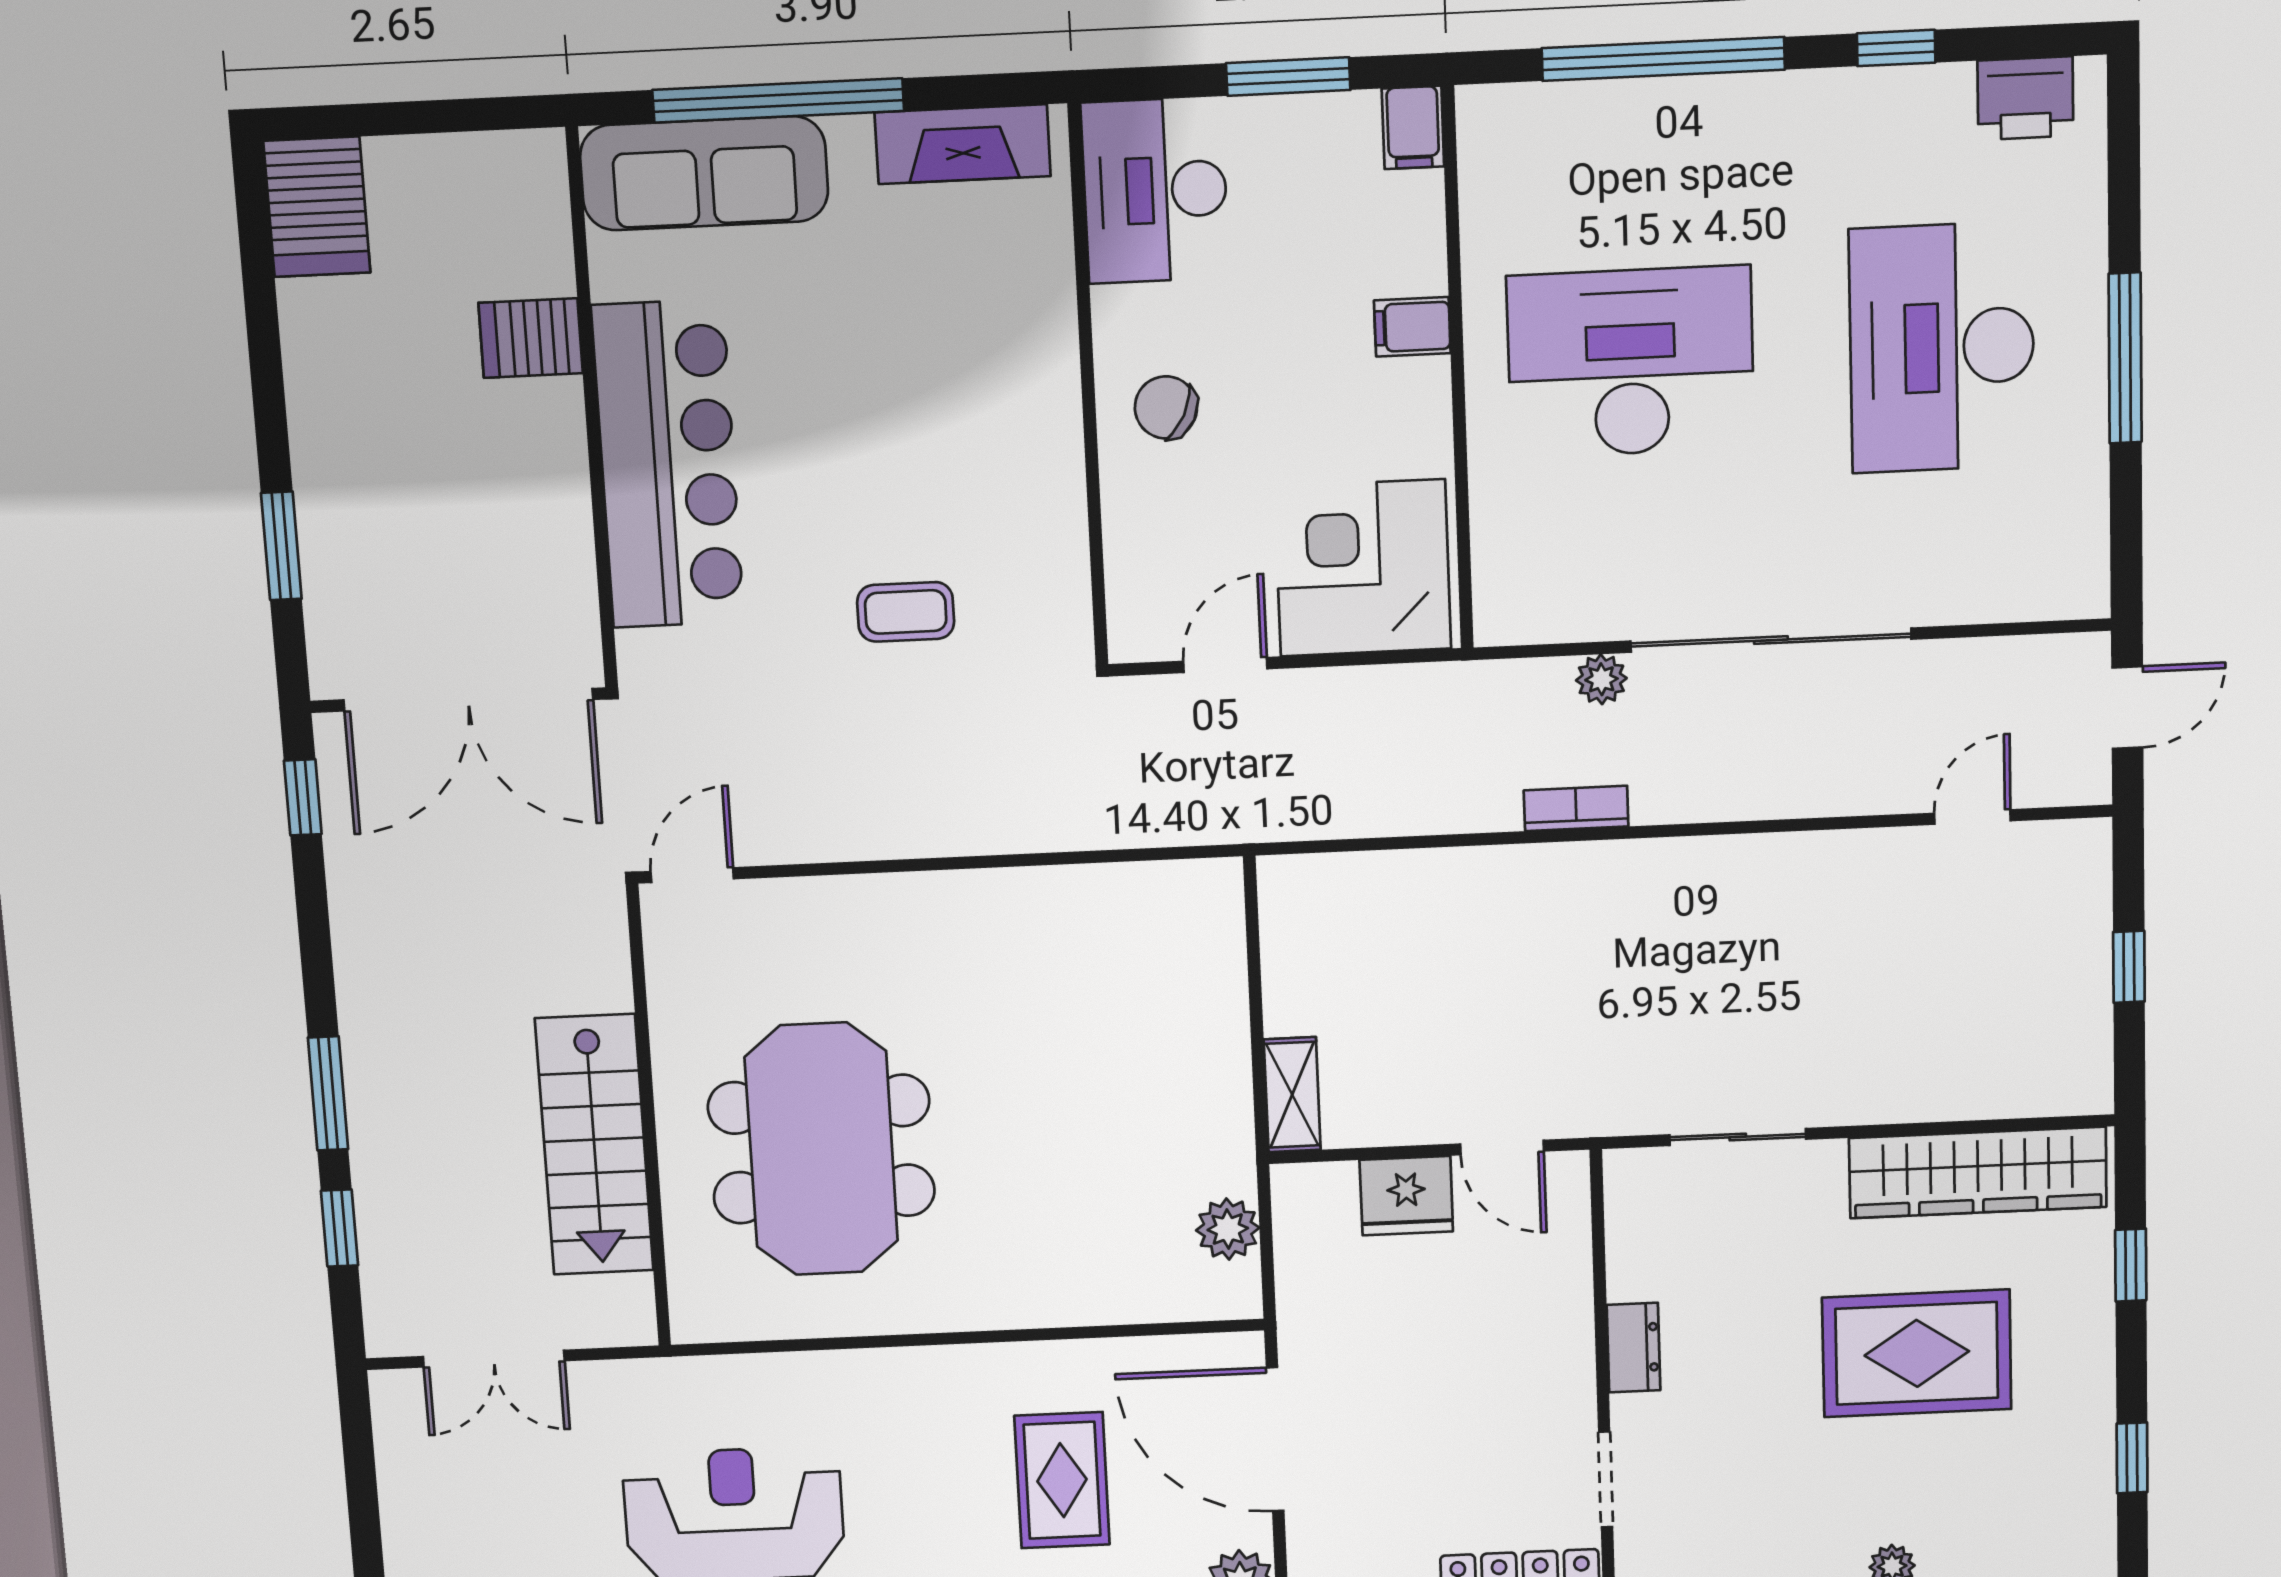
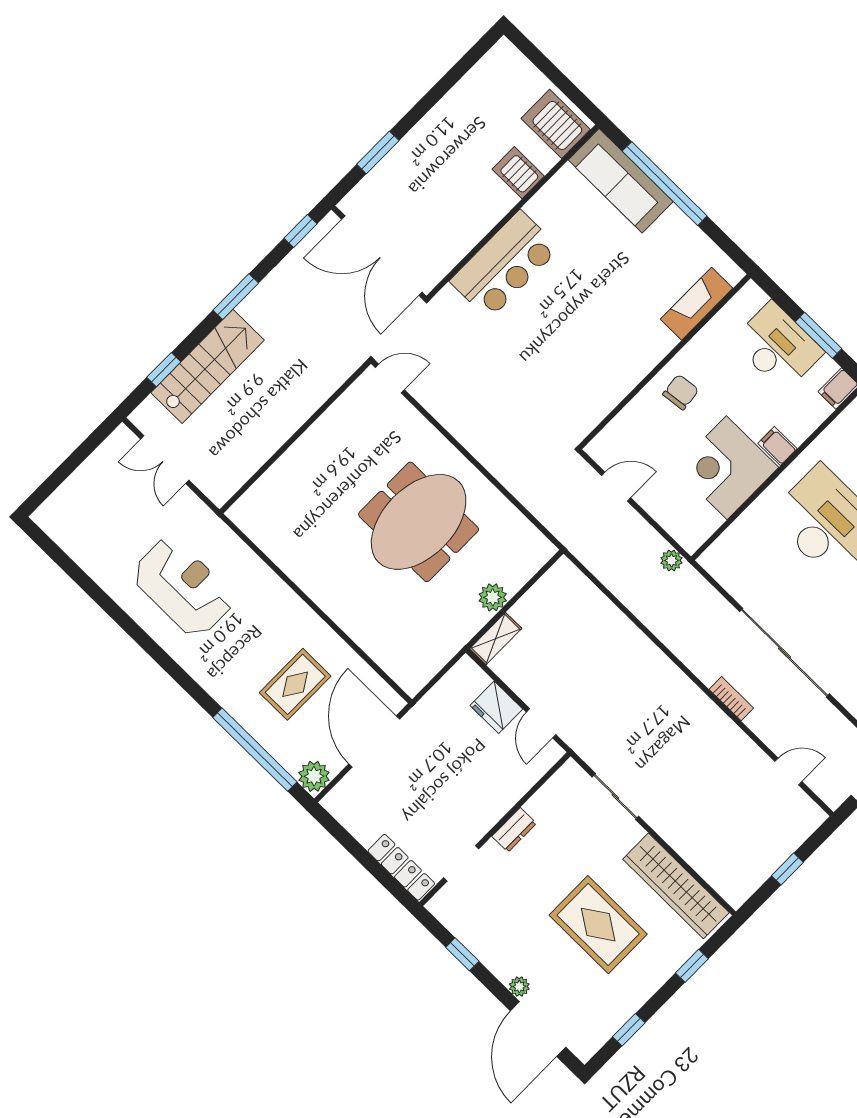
fireplace: (963, 144) -> (697, 304), moved, turned 90
desk: (1155, 190) -> (778, 347), moved, turned 90
server rack: (317, 207) -> (556, 124), moved, turned 90
chair: (1166, 407) -> (681, 392), turned 57
bar counter: (668, 464) -> (505, 265), width x0.73
corner desk: (1363, 568) -> (727, 468), moved, turned -90
coffee table: (906, 612) -> (539, 369), removed
plant: (1601, 679) -> (671, 560), moved
bookcase: (1576, 808) -> (731, 699), moved
window: (328, 1093) -> (236, 297), moved
stairs: (594, 1145) -> (208, 366), moved, turned 180
meeting table: (821, 1149) -> (419, 522), moved
plant: (1228, 1229) -> (493, 597), moved

